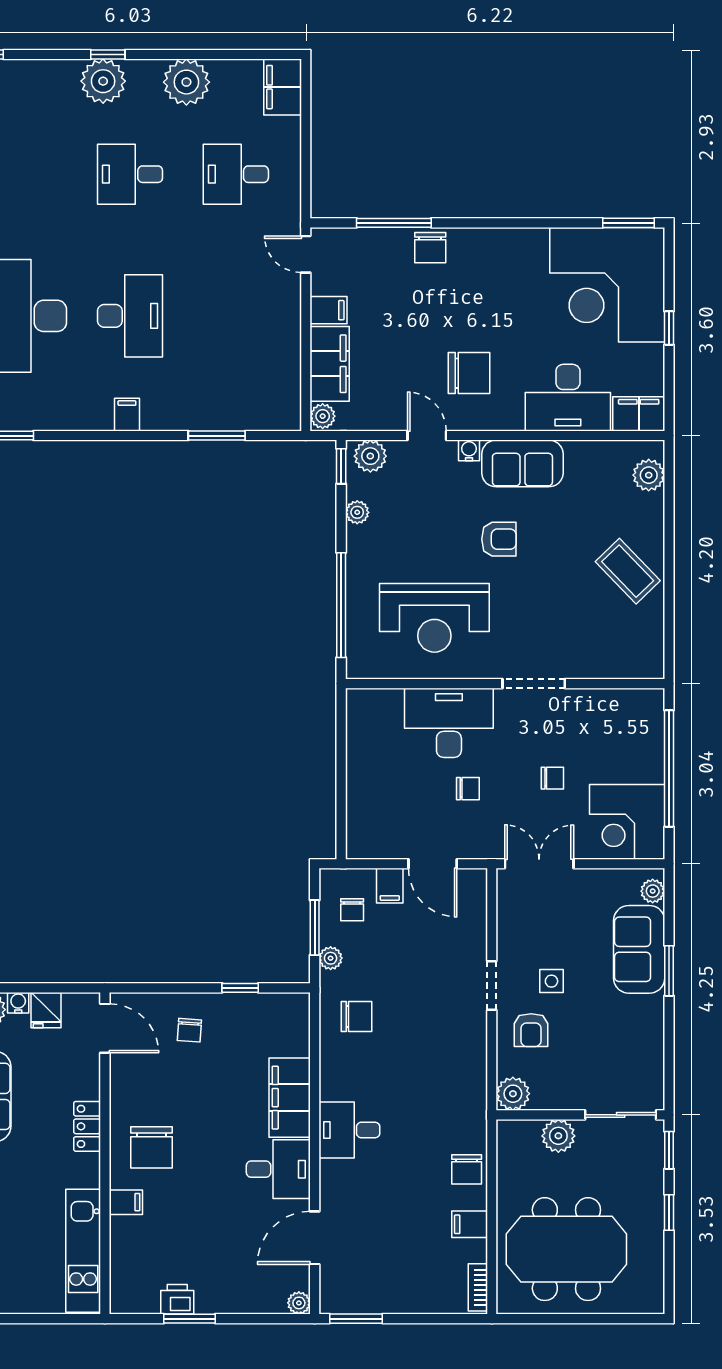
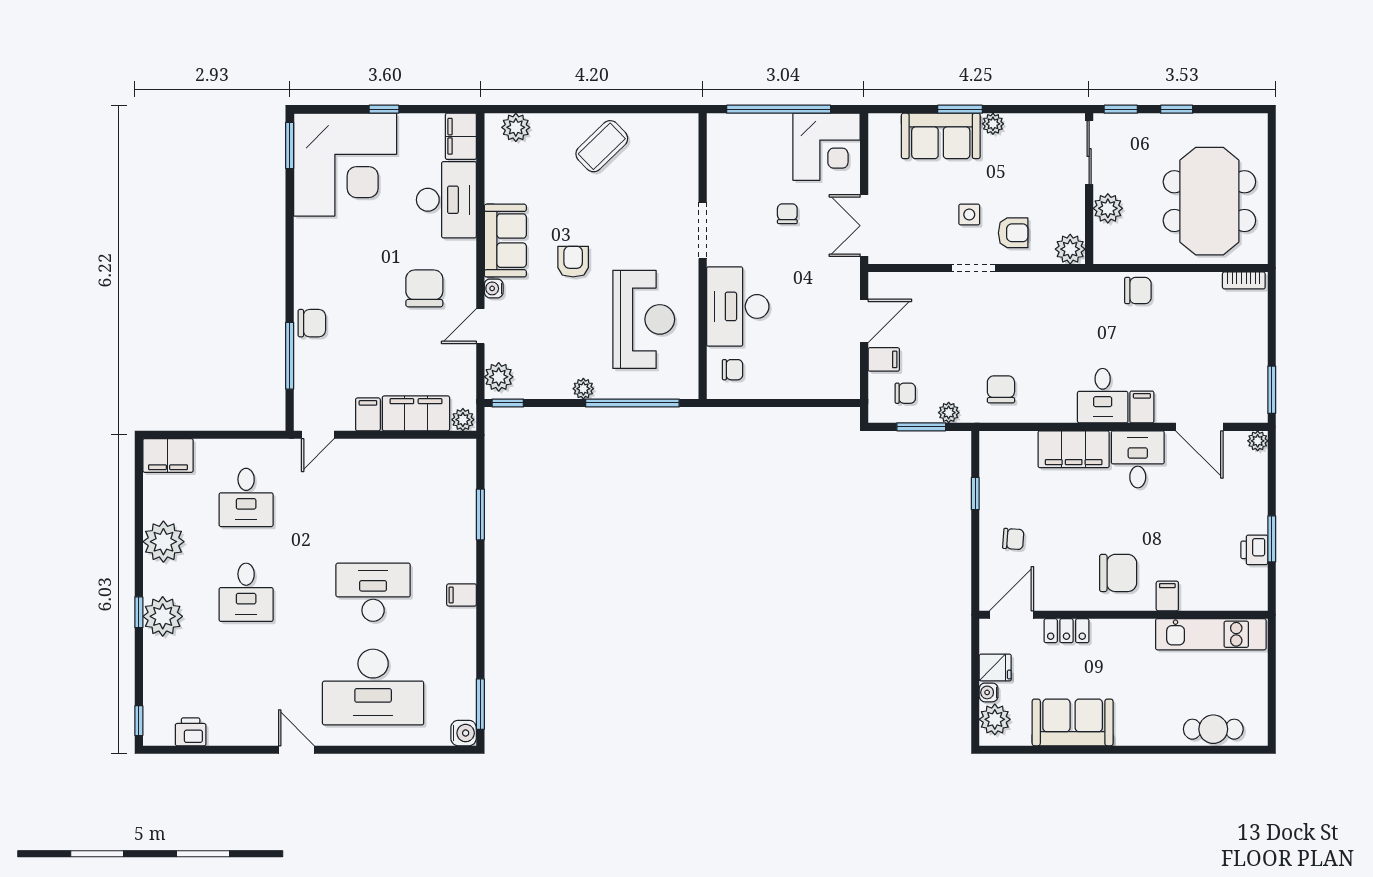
plant: (357, 512) -> (583, 389), moved
chair: (468, 789) -> (733, 370), moved, turned 90
plant: (653, 891) -> (993, 124), moved
locker: (87, 1126) -> (1066, 631), moved
filing cabinet: (470, 1224) -> (1142, 407), moved, turned 180

